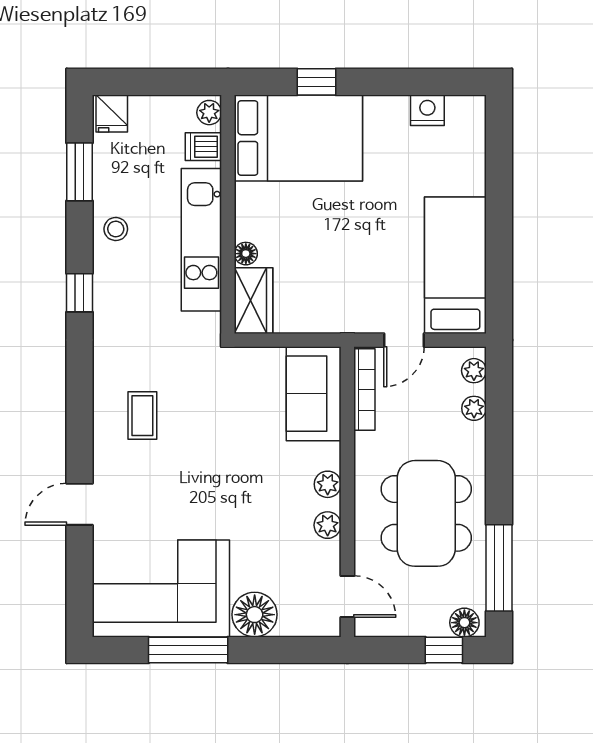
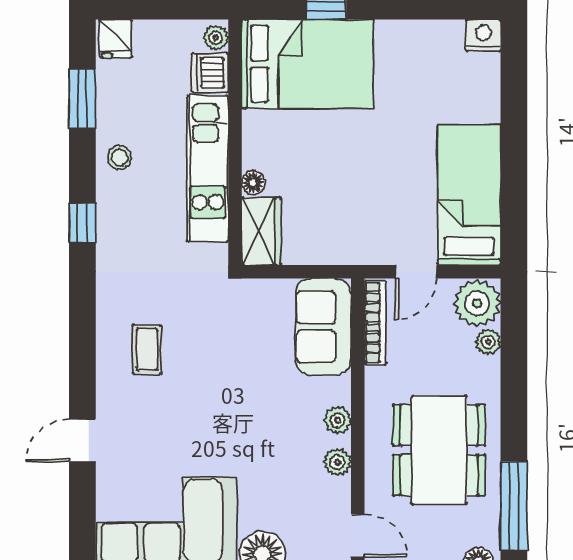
nightstand: (427, 110) -> (483, 35), moved
dishwasher: (203, 147) -> (210, 73), width x1.38
plant: (474, 371) -> (477, 303), width x1.88, depth x1.88

